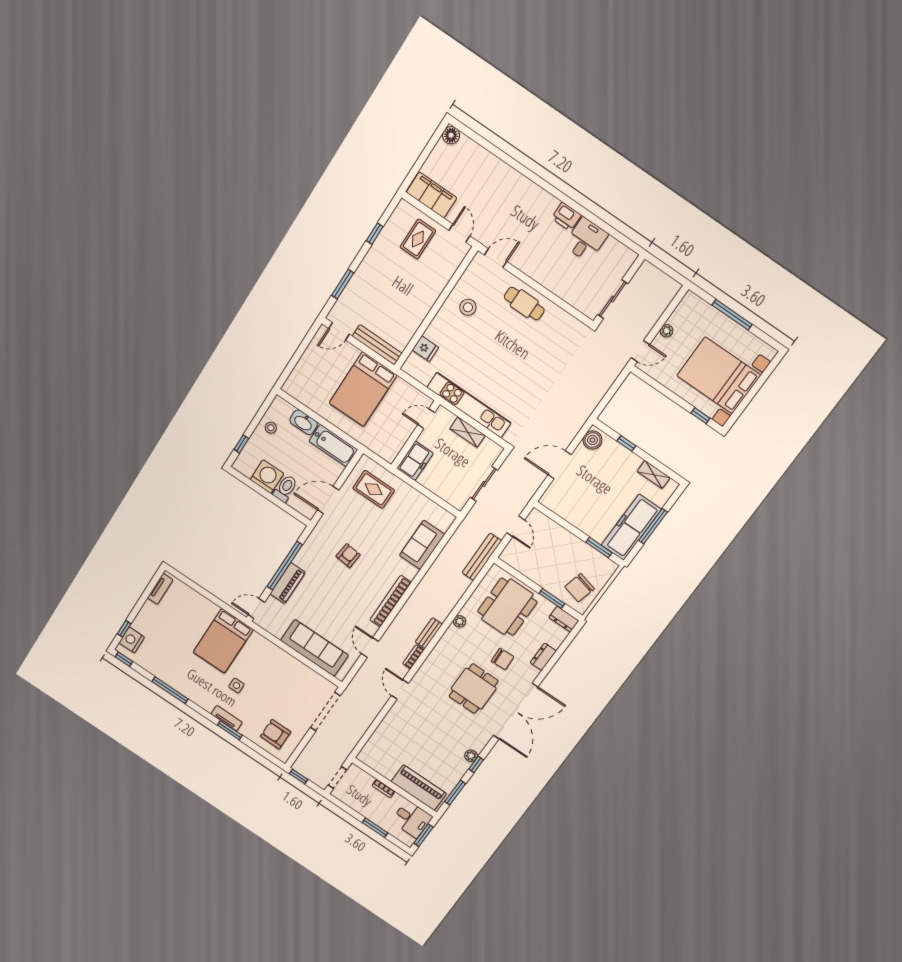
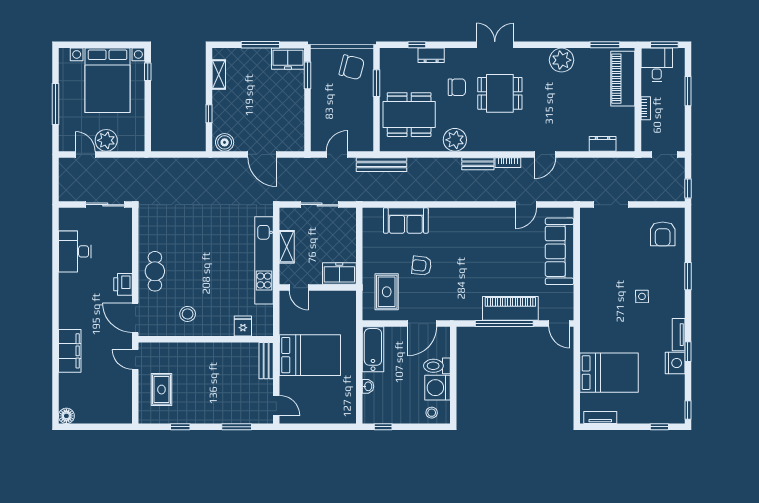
filing cabinet: (432, 195) -> (70, 351), moved, turned 180
printer: (566, 217) -> (123, 284), moved, turned 180
door: (459, 233) -> (135, 359), hinge flipped
rug: (418, 239) -> (161, 390), turned 90
desk: (586, 240) -> (75, 251), width x1.37
door: (496, 258) -> (135, 318), width x1.38
plant: (667, 331) -> (106, 140), width x1.88, depth x1.88
bench: (377, 345) -> (266, 361), width x0.73
door: (640, 351) -> (85, 154), moved
washbasin: (304, 422) -> (368, 386), width x0.52, depth x0.69
stool: (271, 428) -> (432, 413), moved
window: (241, 444) -> (383, 427), moved
door: (328, 500) -> (422, 324), hinge flipped
freezer: (631, 527) -> (288, 59), width x0.52, depth x0.79
armchair: (348, 556) -> (422, 266), moved
piano: (288, 583) -> (510, 308), width x1.37, depth x1.33
bookcase: (391, 601) -> (473, 214), removed
dresser: (564, 619) -> (603, 144), moved, turned -90
plant: (460, 621) -> (455, 140), width x1.87, depth x1.87
nightstand: (132, 640) -> (675, 363), moved, turned -90
bed: (223, 641) -> (609, 373), moved
chair: (503, 659) -> (457, 87), turned 93
window: (170, 690) -> (688, 352), width x0.46
double door: (516, 711) -> (495, 45), width x0.54
doorway: (325, 712) -> (611, 205), width x0.73
tv unit: (227, 718) -> (679, 335), moved
plant: (471, 756) -> (562, 60), width x1.87, depth x1.87
window: (476, 764) -> (417, 45), moved

